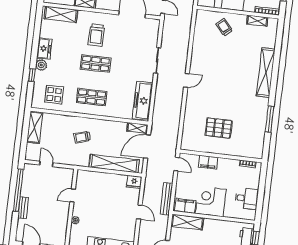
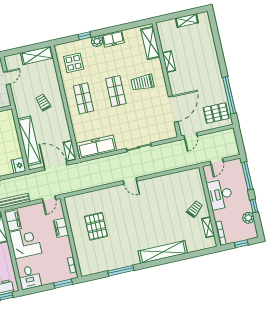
trolley: (224, 27) -> (195, 209), moved
window: (263, 179) -> (63, 284), added
desk: (247, 198) -> (29, 277), moved

